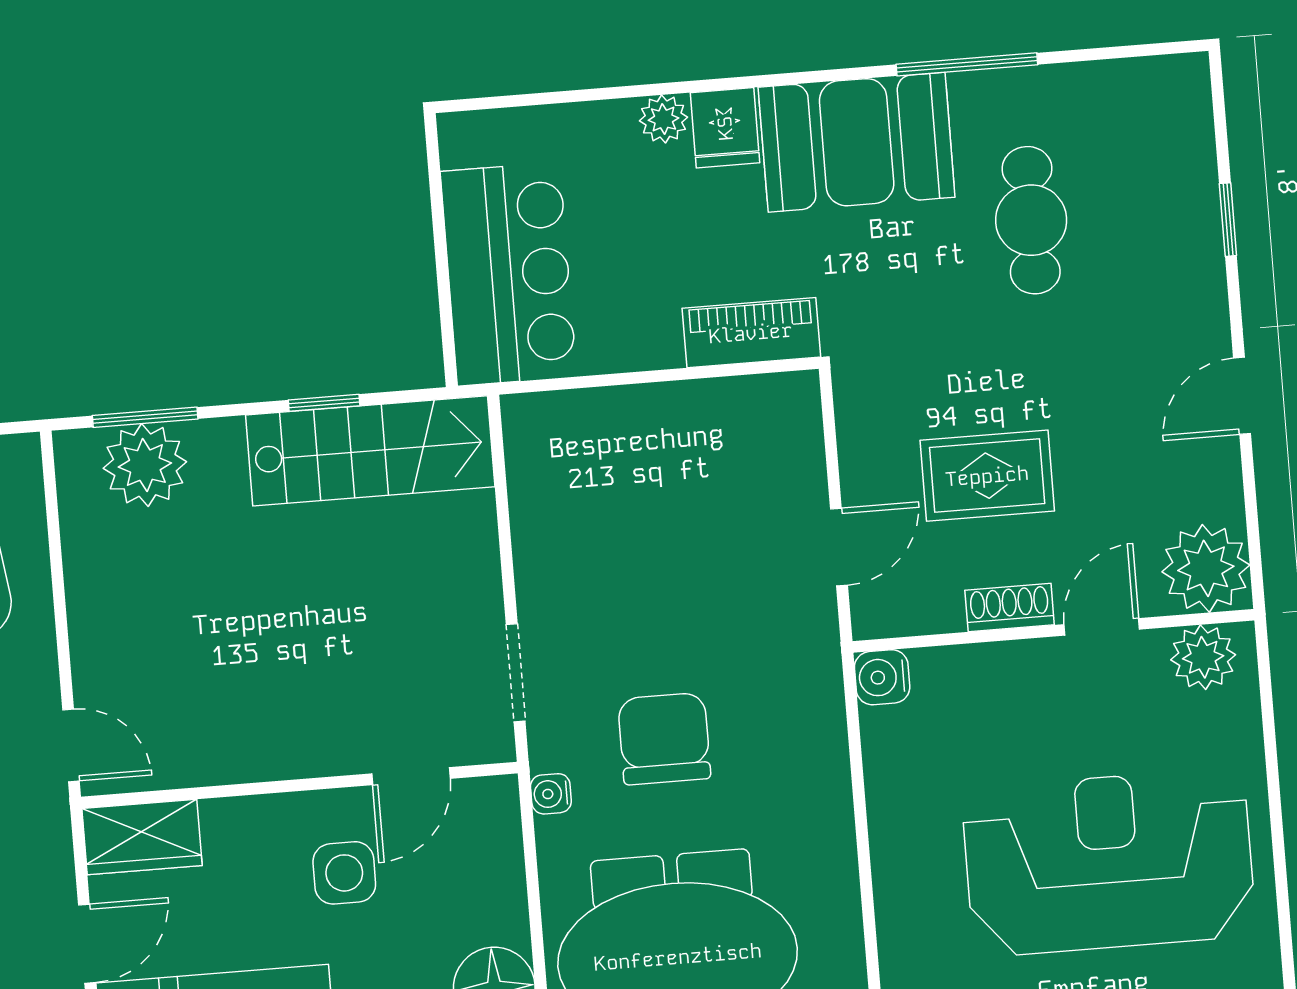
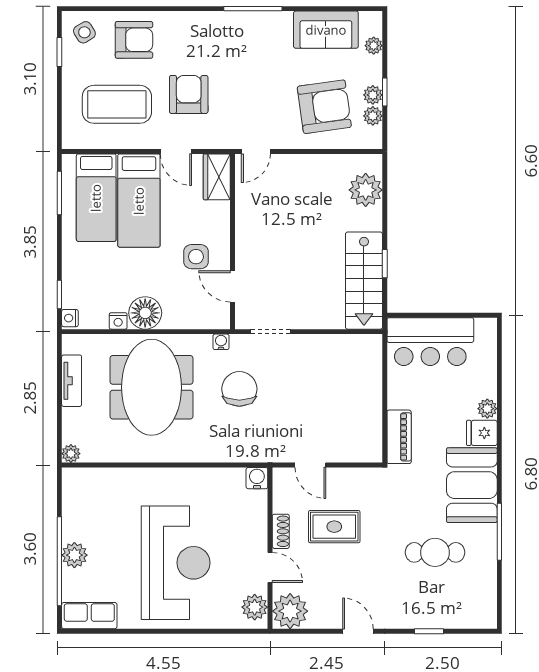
window: (145, 417) -> (385, 192), removed
rug: (987, 476) -> (334, 527), turned 90
chair: (664, 739) -> (239, 389), turned -90

